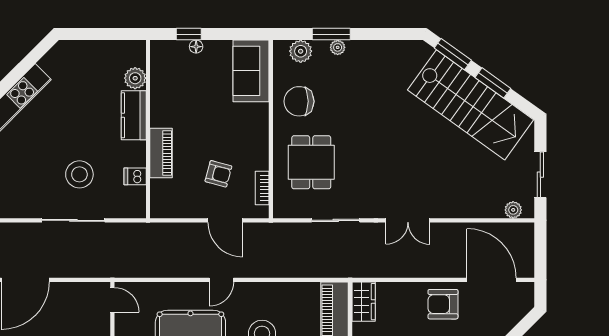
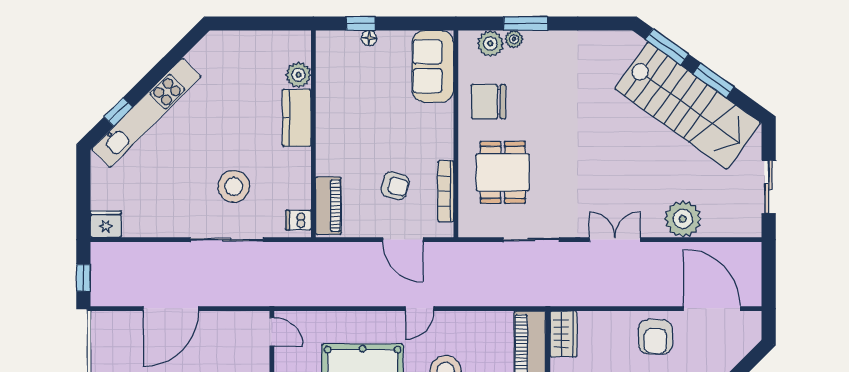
plant: (338, 47) -> (514, 39), moved
piano: (161, 153) -> (328, 206), moved
dishwasher: (135, 176) -> (298, 220), moved
bookcase: (262, 188) -> (446, 191), width x1.56
plant: (513, 210) -> (683, 219), moved, width x1.88, depth x1.88
double door: (408, 220) -> (615, 240), swing flipped
door: (221, 280) -> (420, 309), moved
armchair: (443, 304) -> (656, 337), turned -90

